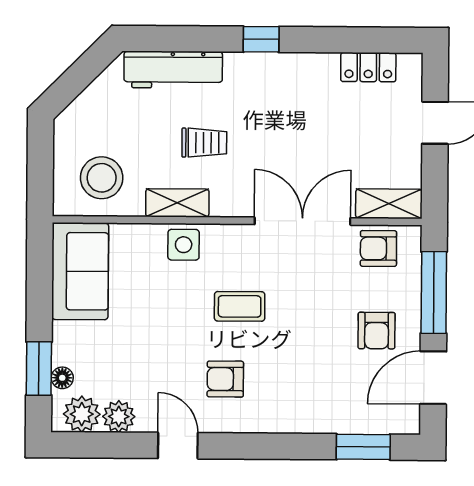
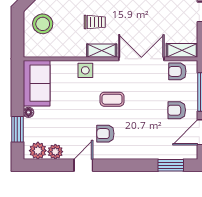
stool: (102, 178) -> (43, 24), moved
shelving: (177, 203) -> (102, 51), moved
armchair: (377, 331) -> (177, 110), turned 90
floor lamp: (62, 378) -> (28, 112), moved
door: (178, 446) -> (83, 165), hinge flipped

